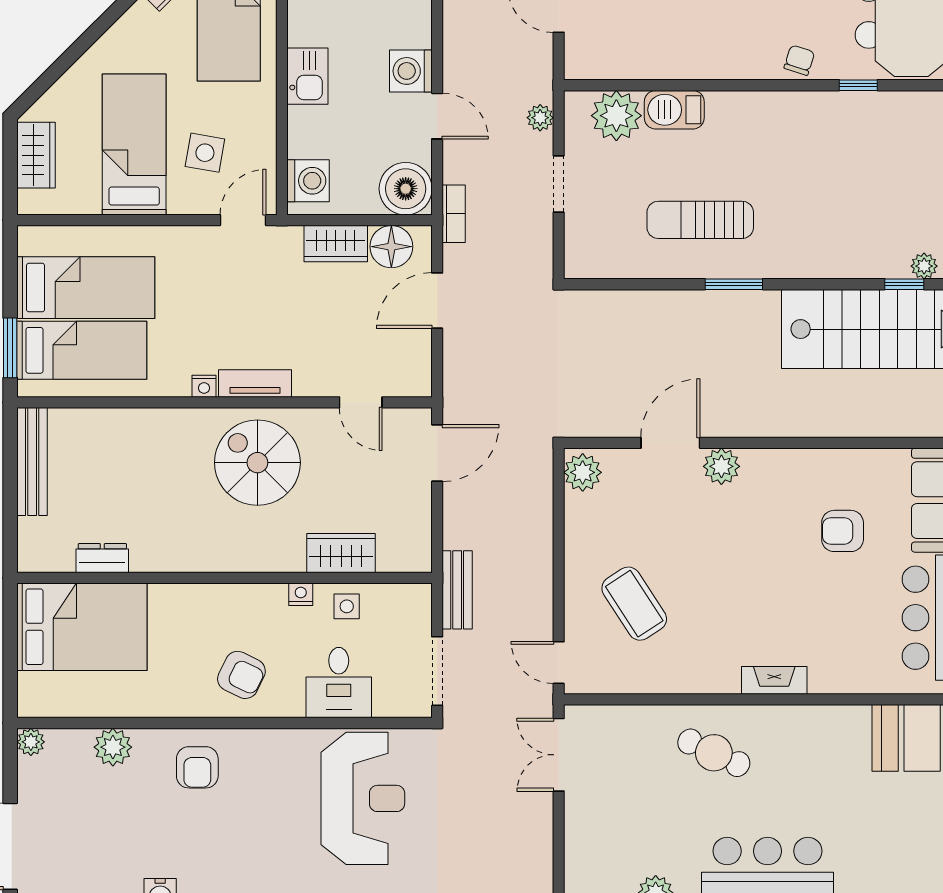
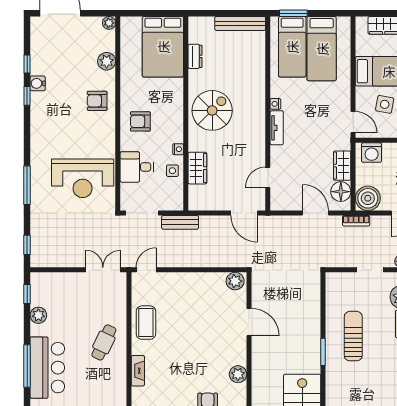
spiral stairs: (257, 463) -> (212, 110), moved
plant: (721, 466) -> (238, 374), moved
coffee table: (634, 604) -> (146, 323), moved, turned -57
armchair: (241, 675) -> (140, 121), turned 64

